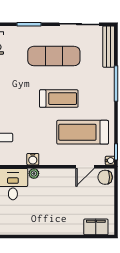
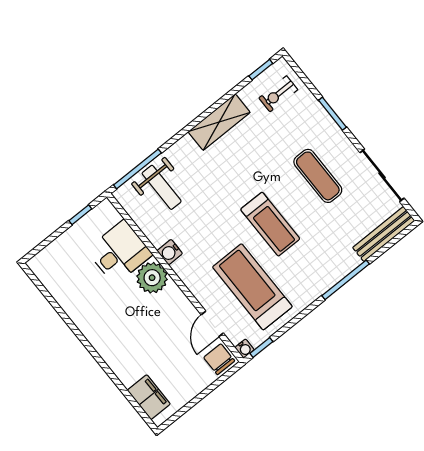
exercise mat: (54, 56) -> (318, 176), width x0.73, depth x0.69
door: (85, 167) -> (212, 324), hinge flipped
plant: (34, 173) -> (152, 278), width x1.87, depth x1.87

